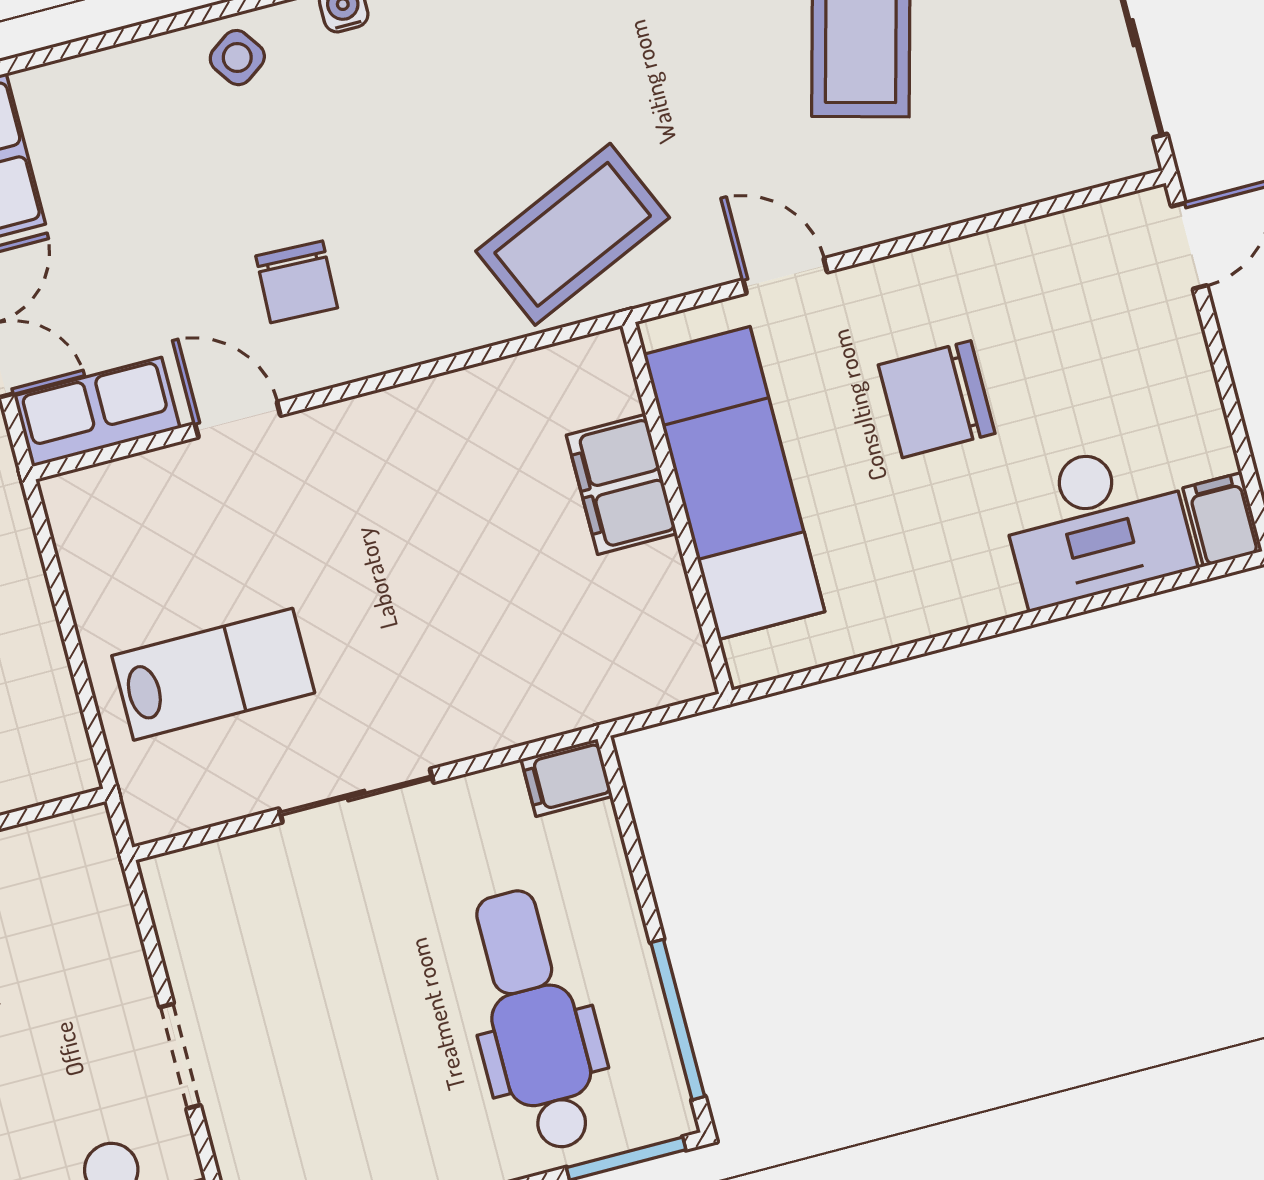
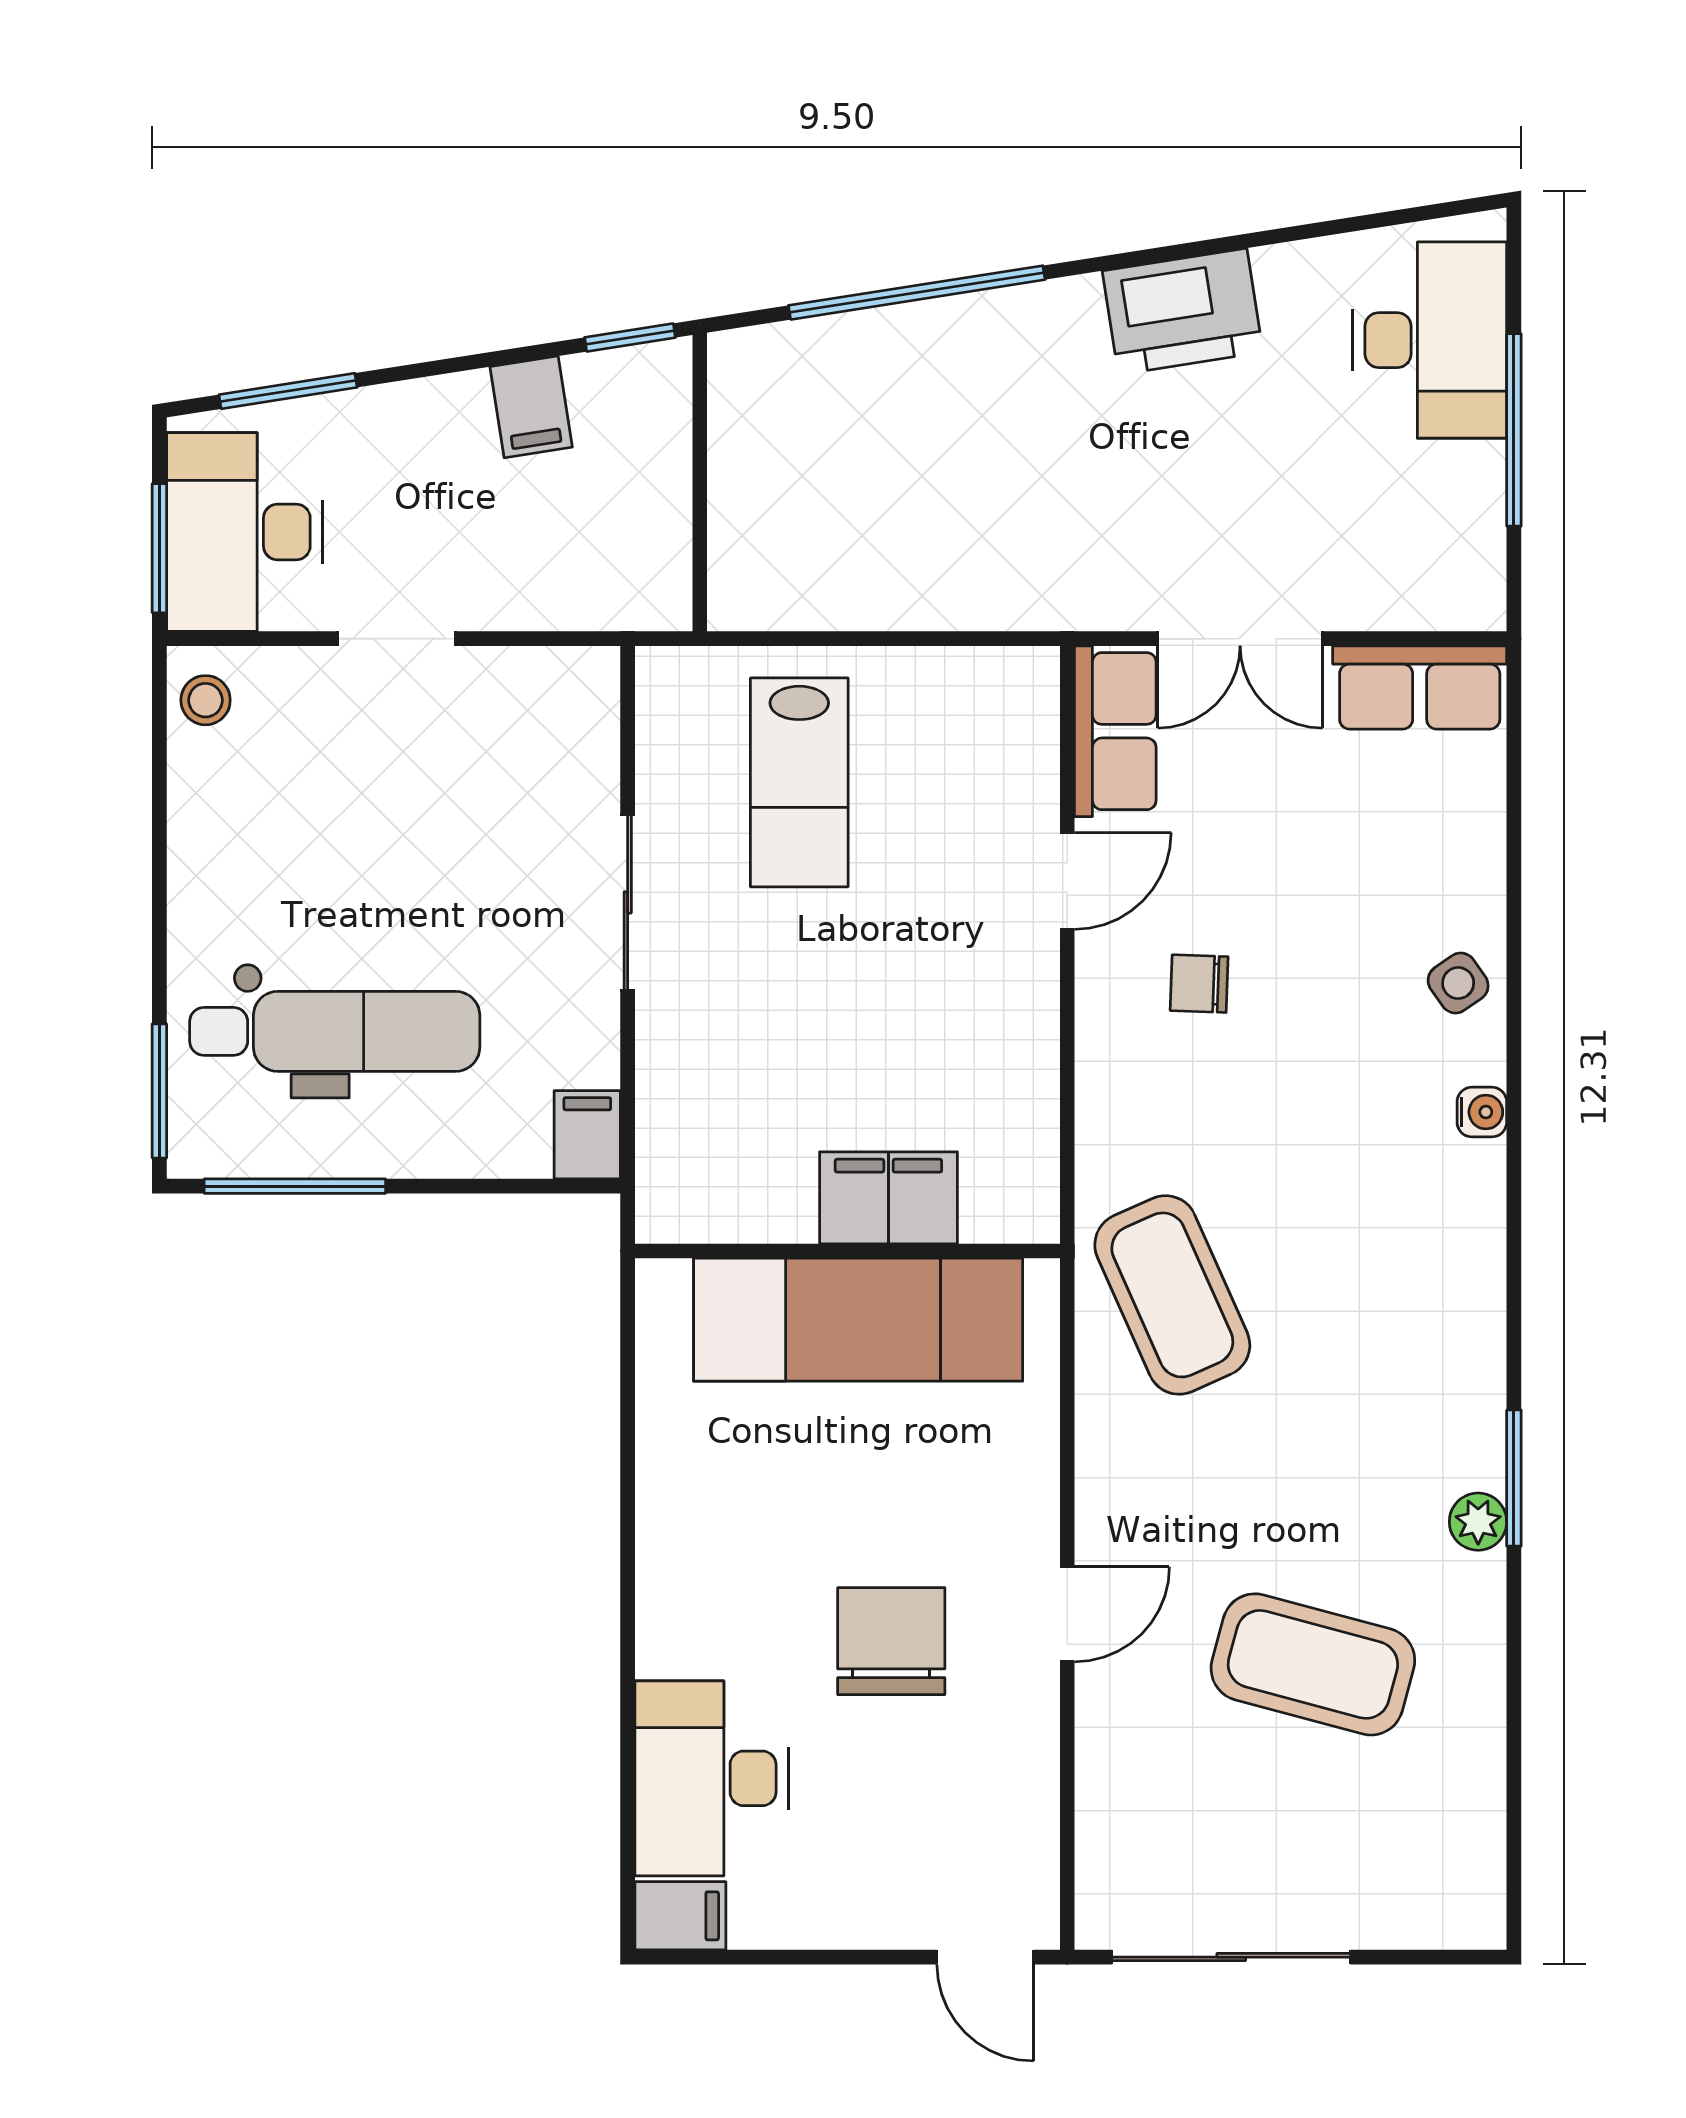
door: (785, 276) -> (1067, 1614), moved
chair: (297, 282) -> (1199, 984), width x0.73, depth x0.73
exam couch: (734, 483) -> (858, 1320), moved
filing cabinet: (622, 484) -> (888, 1198), moved
wall: (677, 508) -> (847, 1251), moved

